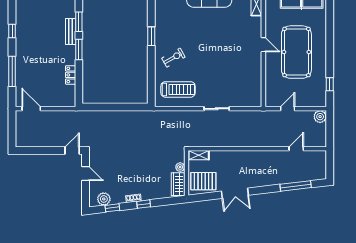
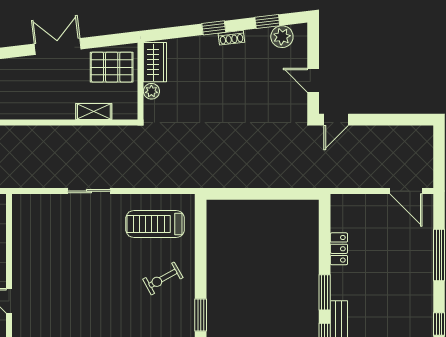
shelving: (199, 155) -> (94, 112), moved

